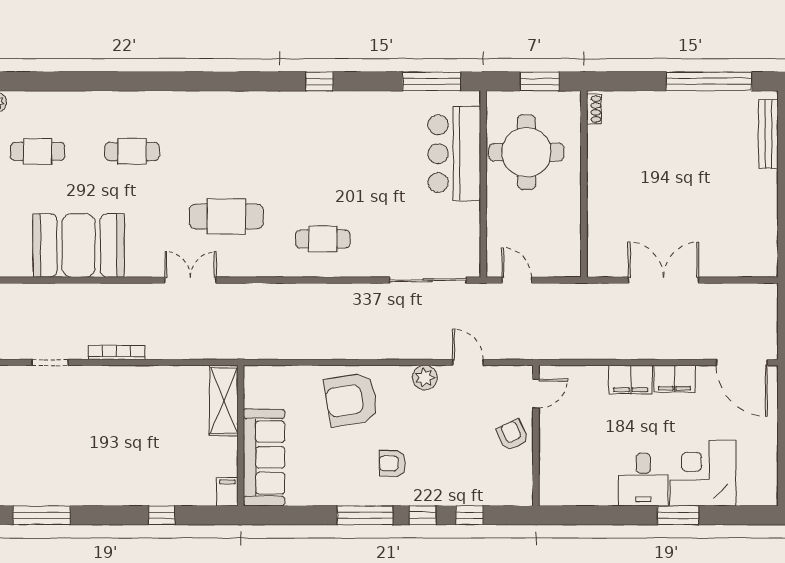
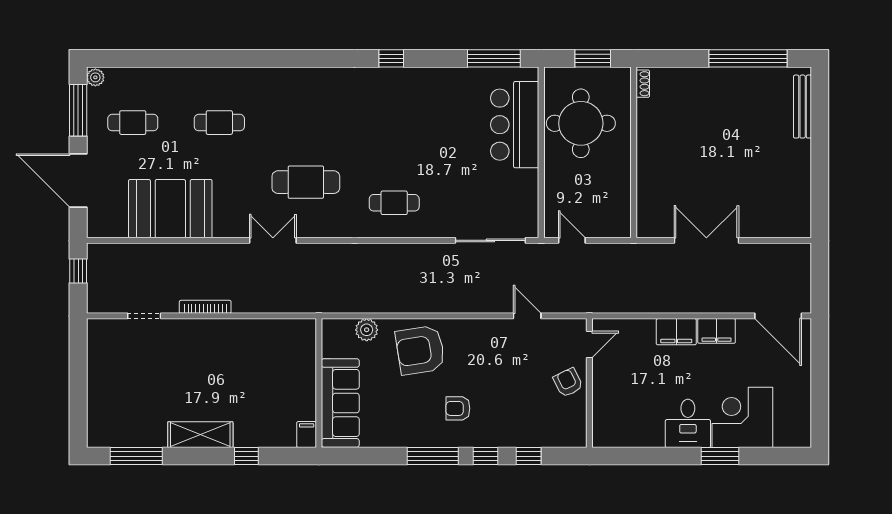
plant: (425, 378) -> (367, 330), moved
shelving: (224, 401) -> (200, 435), moved, turned 90

